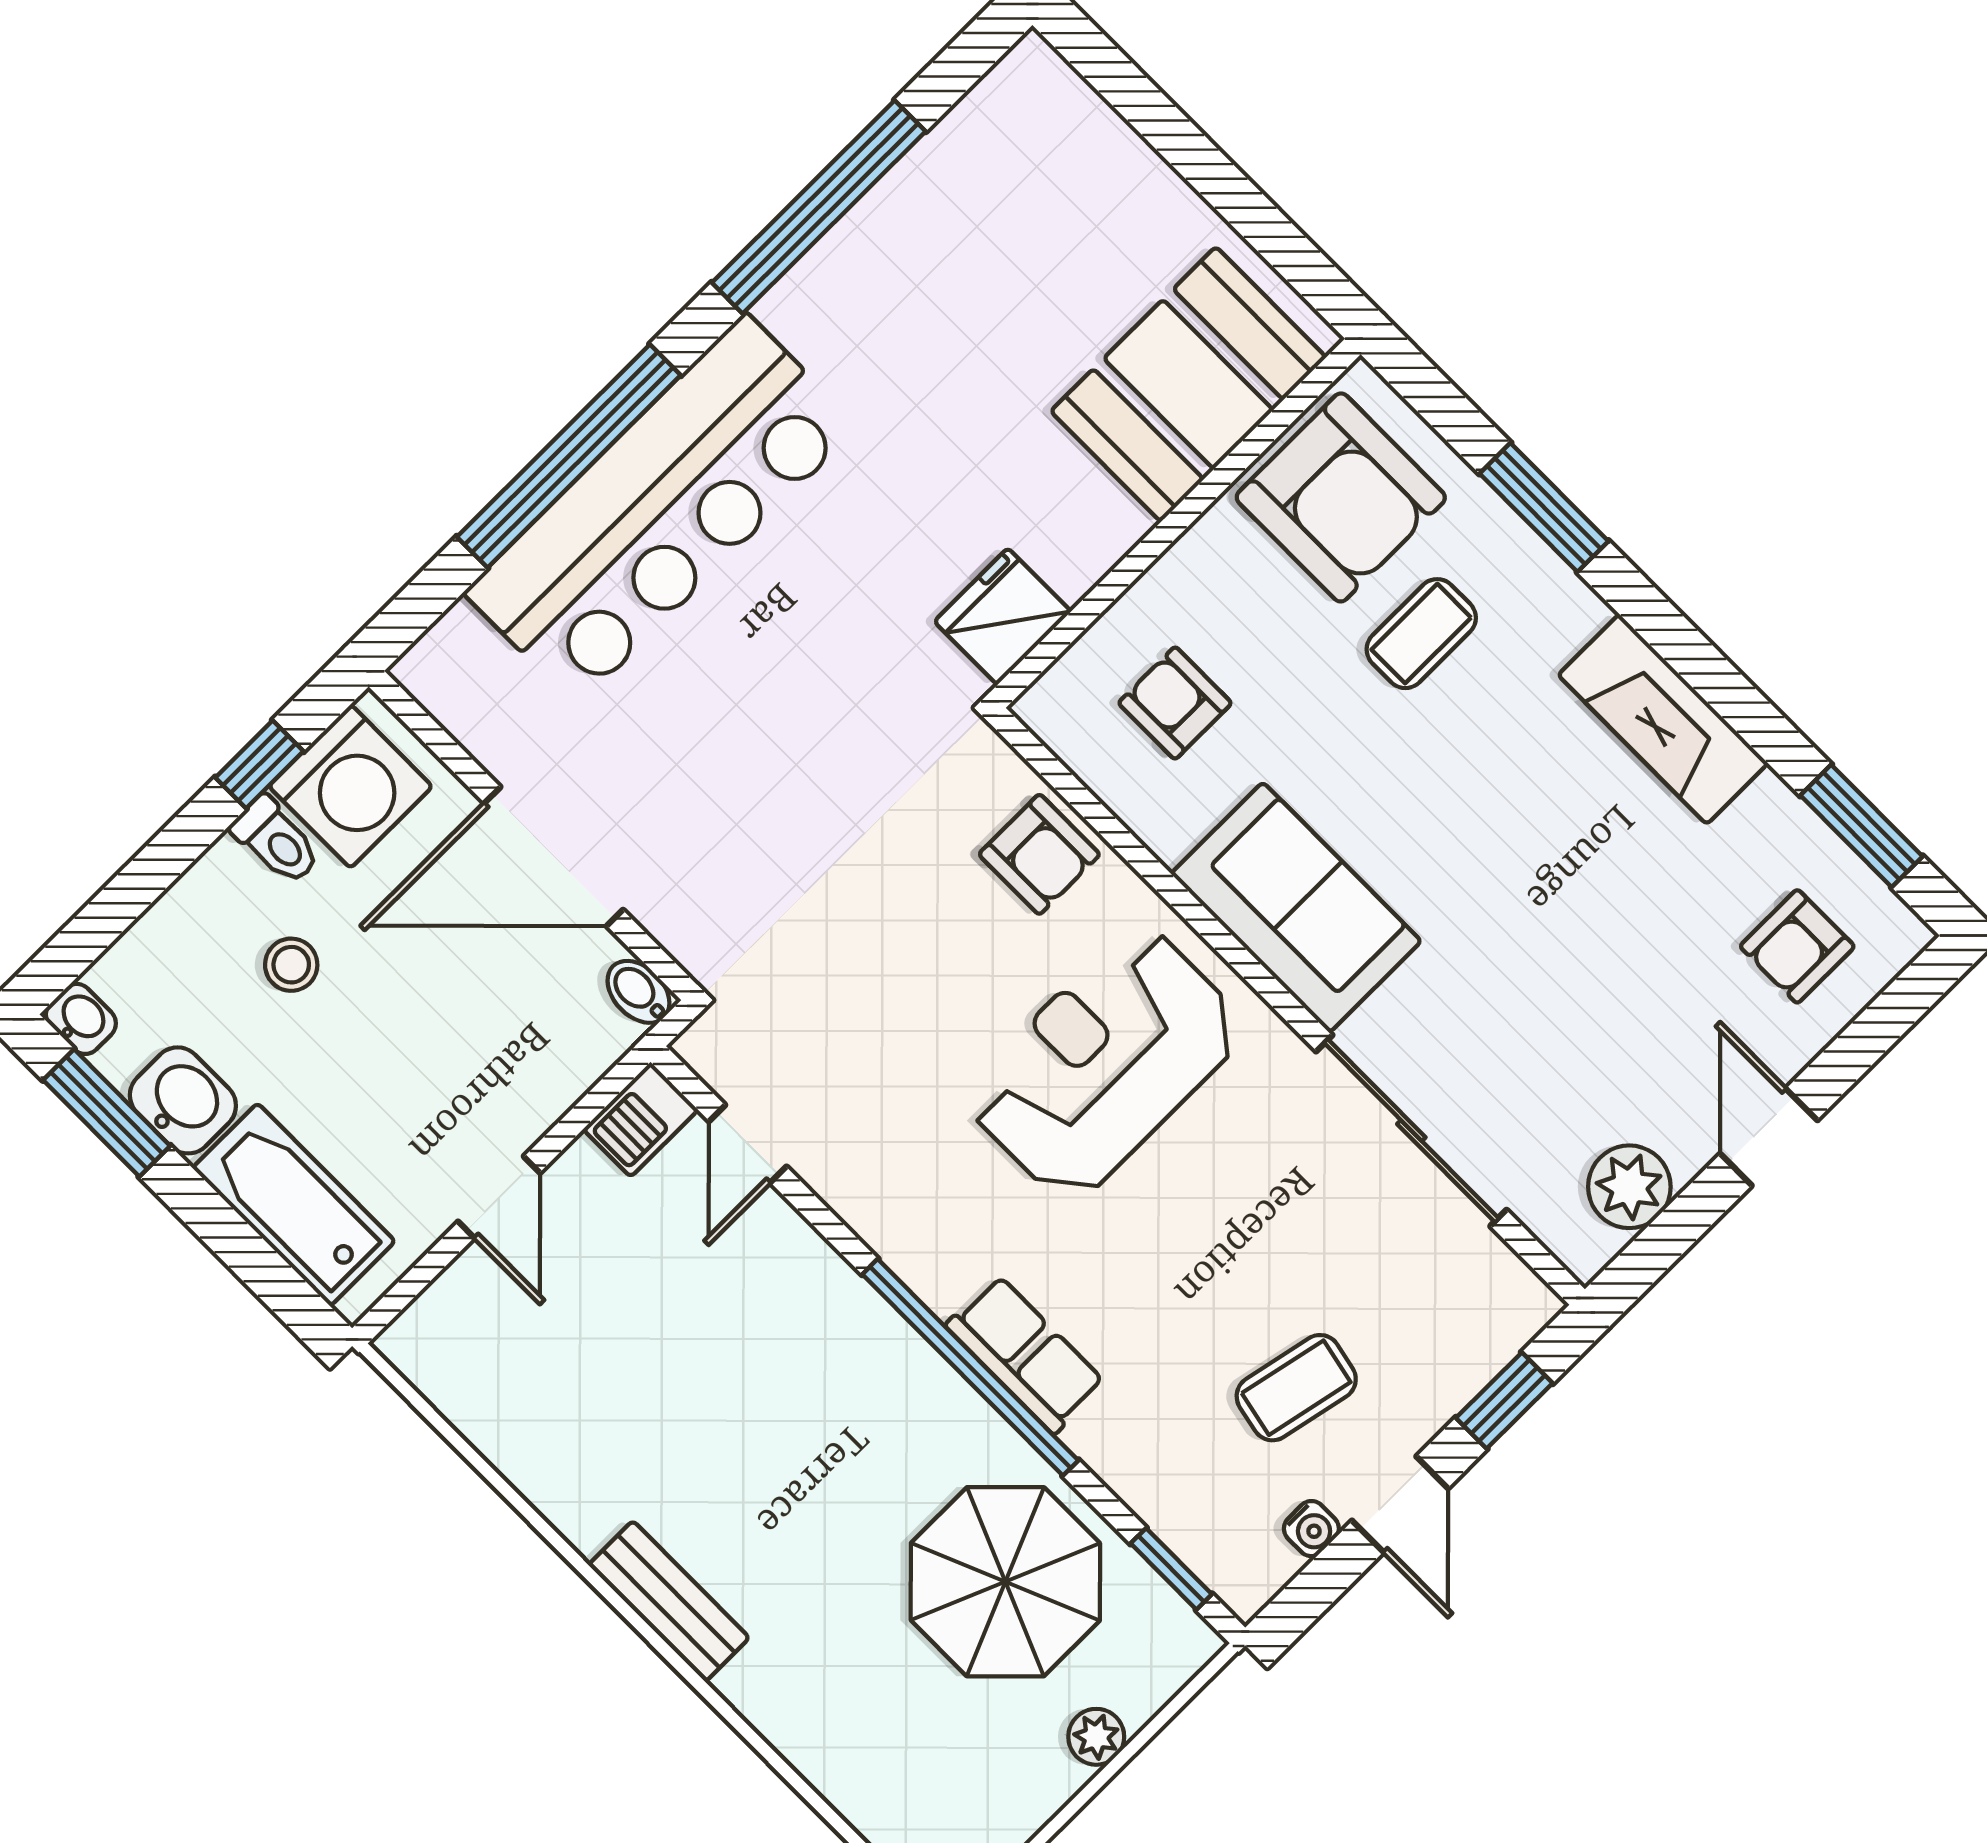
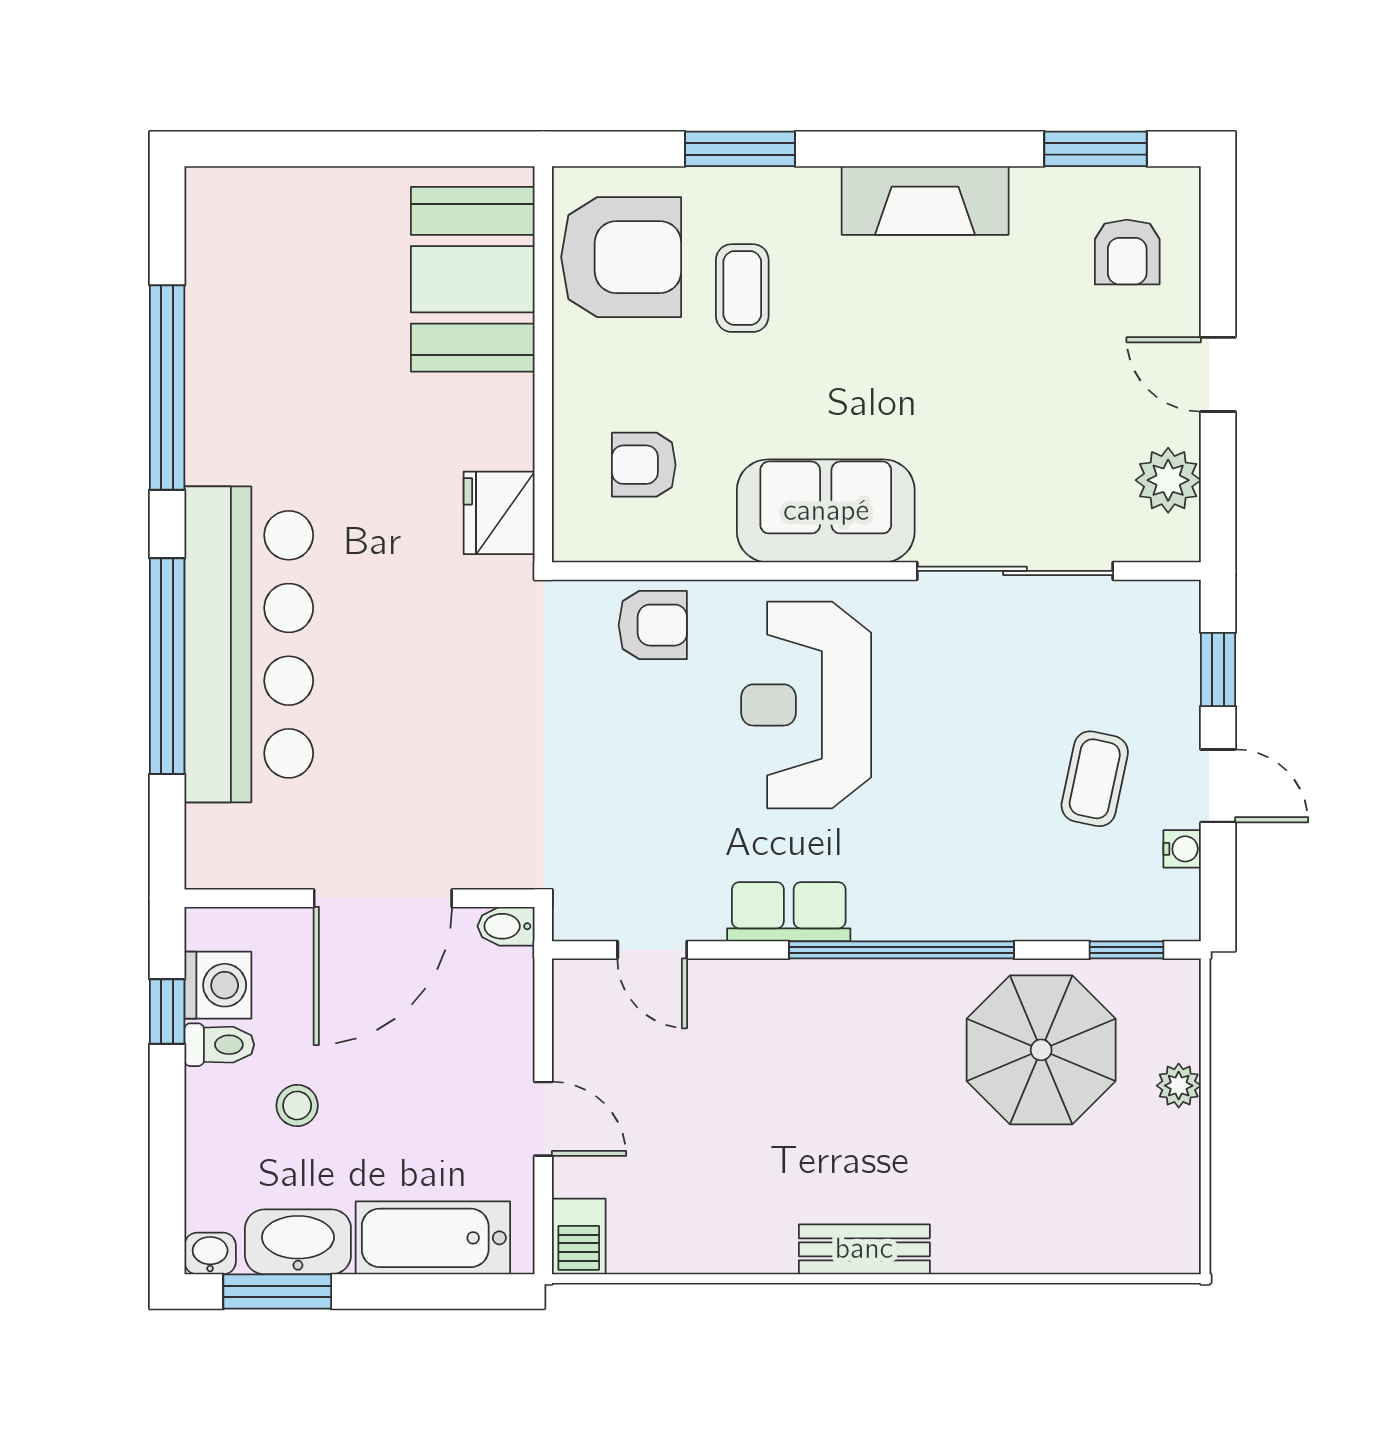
washing machine: (351, 786) -> (218, 985), width x0.73, depth x0.73
washbasin: (183, 1100) -> (298, 1242), width x1.38
barbecue: (641, 1119) -> (579, 1237), moved
row of seats: (1025, 1354) -> (789, 912), moved

